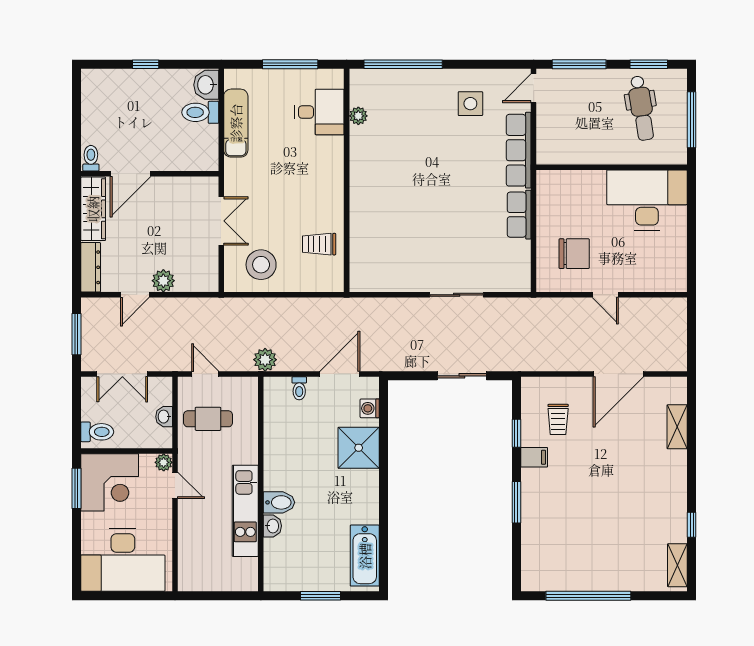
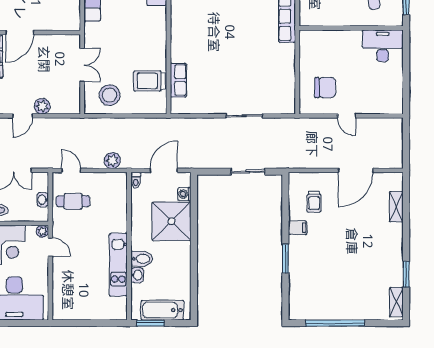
desk: (647, 200) -> (383, 46), width x0.73, depth x0.77
row of seats: (519, 215) -> (178, 80), moved, turned 180
trolley: (319, 244) -> (149, 81), width x1.36, depth x1.39
window: (516, 433) -> (285, 211), removed
shower: (359, 448) -> (172, 221), width x1.37, depth x1.37
wall: (261, 484) -> (129, 246), moved
bidet: (279, 502) -> (142, 259), moved
kitchen unit: (245, 511) -> (118, 265), moved
window: (692, 525) -> (406, 274), width x1.50
washbasin: (272, 526) -> (137, 275), moved
bathtub: (365, 556) -> (162, 310), moved, turned 90

